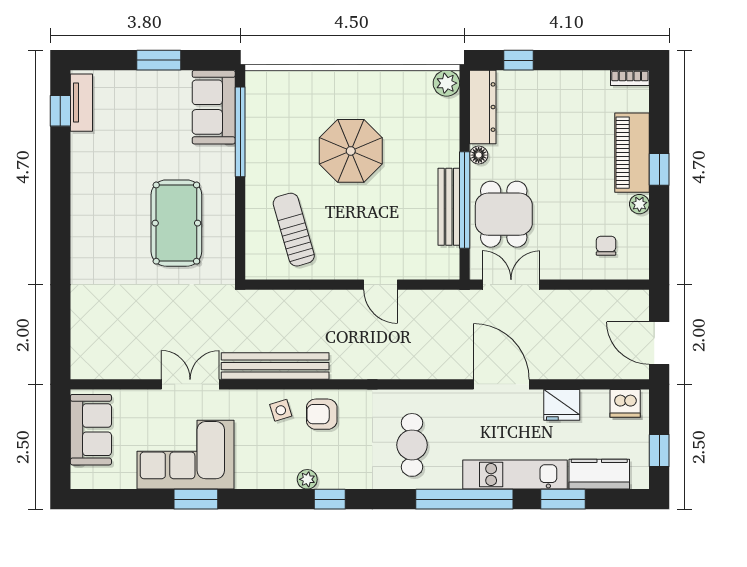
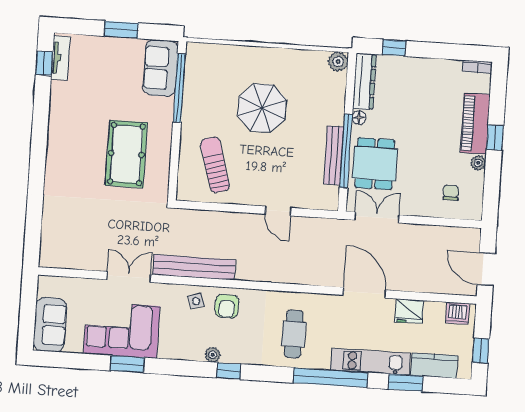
armchair: (322, 414) -> (227, 306), turned -88
sofa: (91, 430) -> (50, 325), moved

